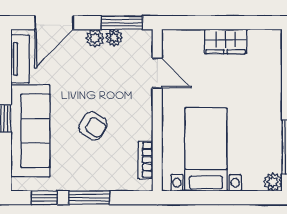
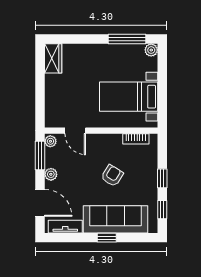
plant: (114, 38) -> (50, 141), moved
wardrobe: (226, 41) -> (53, 58), moved
door: (157, 73) -> (75, 131), swing flipped
window: (89, 198) -> (162, 178), width x0.67

